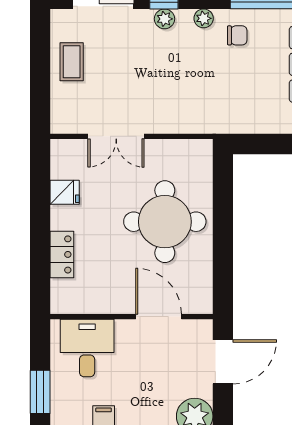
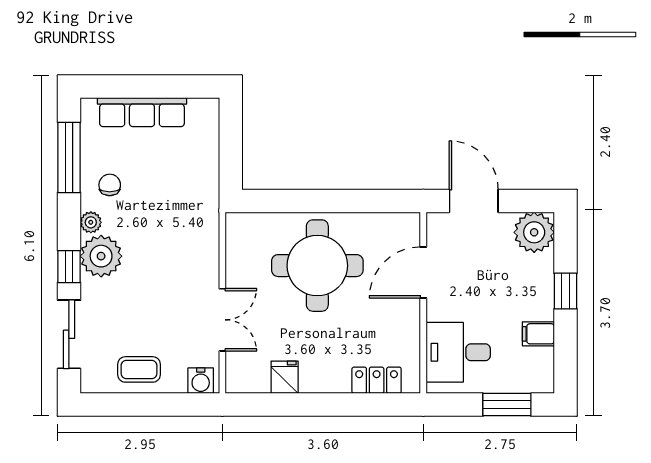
plant: (165, 19) -> (101, 256), width x1.88, depth x1.88
water cooler: (62, 117) -> (201, 381), added
locker: (62, 254) -> (377, 380), moved

